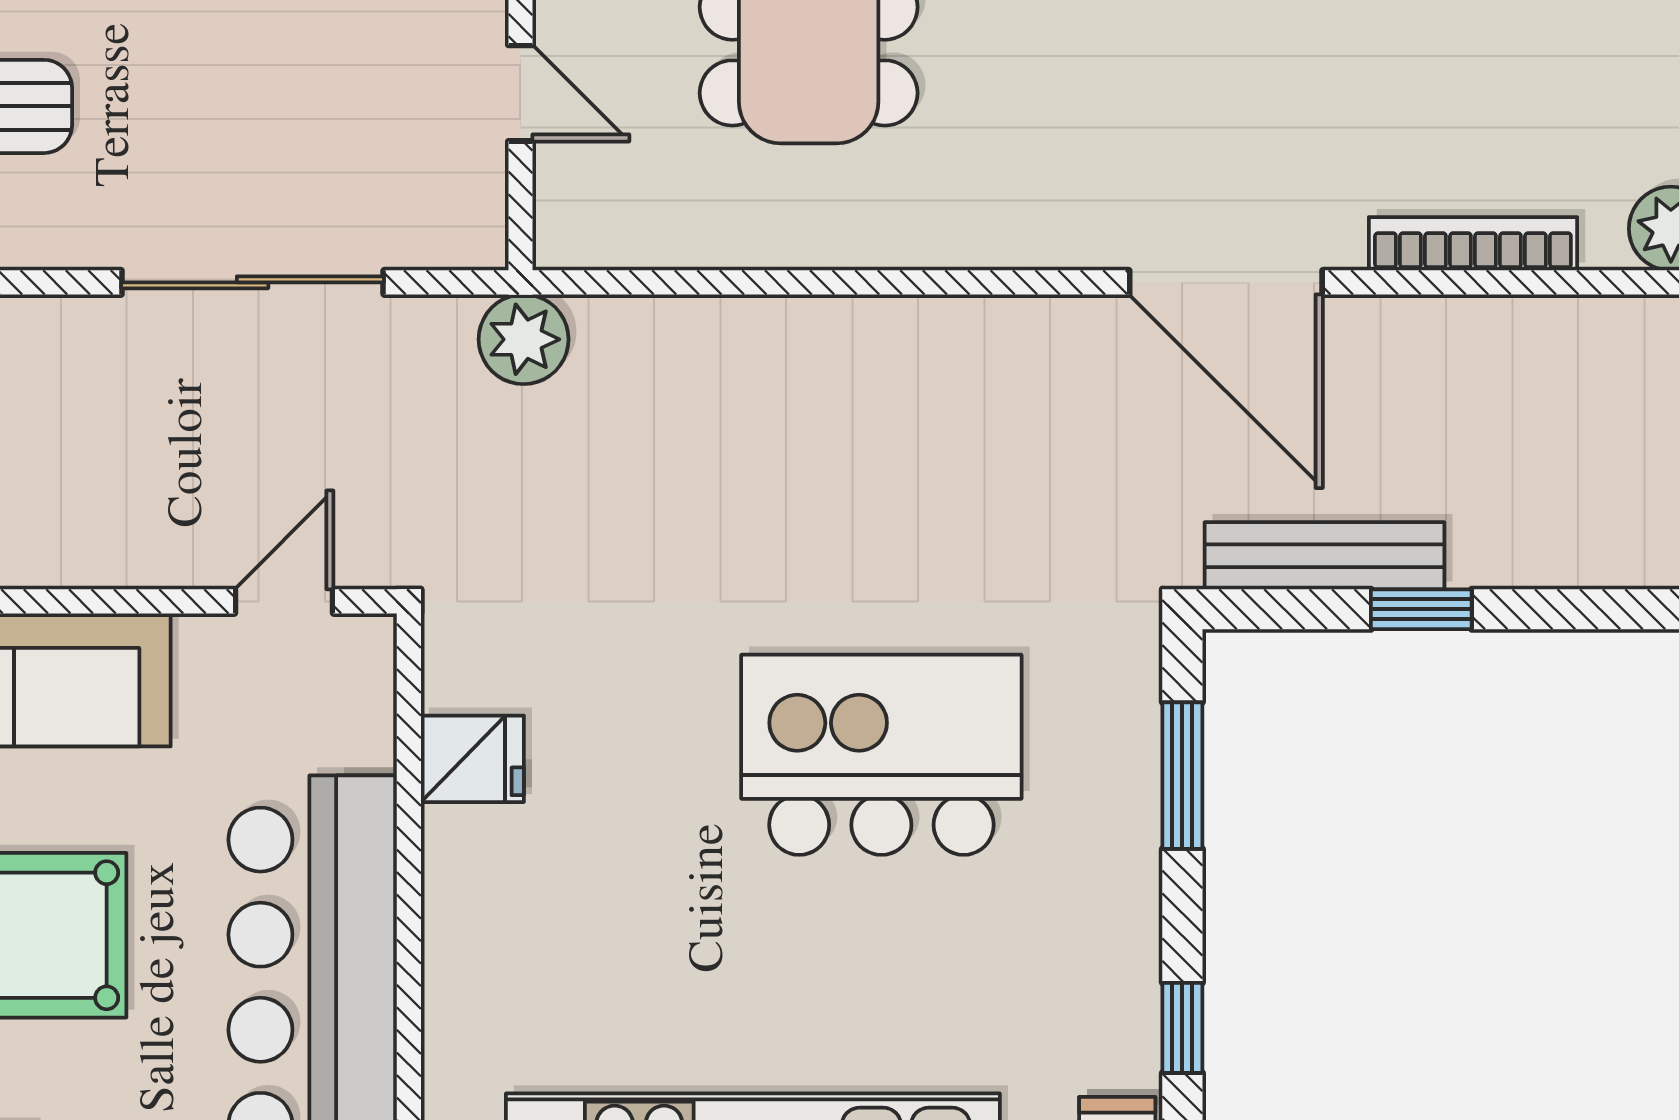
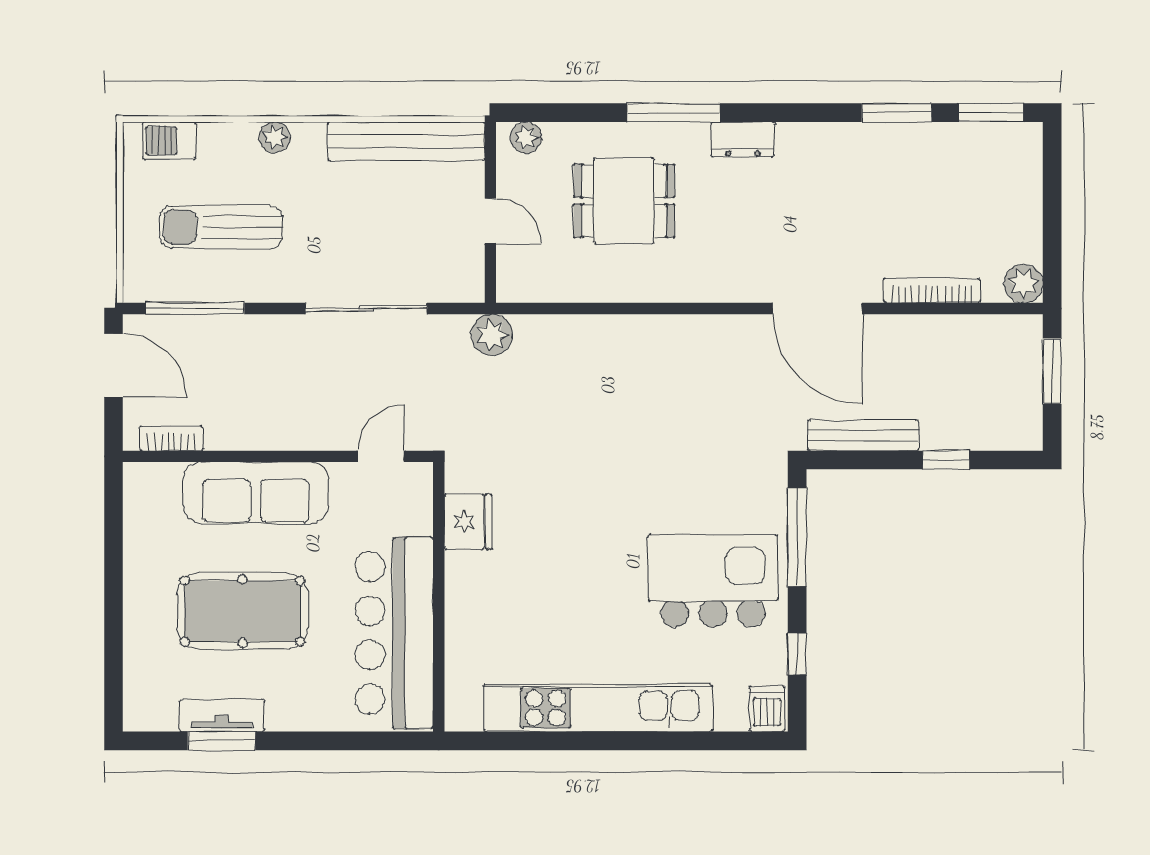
window: (1421, 609) -> (946, 460), moved
kitchen island: (881, 755) -> (713, 581), moved
fridge: (472, 759) -> (468, 522), width x1.38
window: (1182, 776) -> (797, 537), width x1.44

